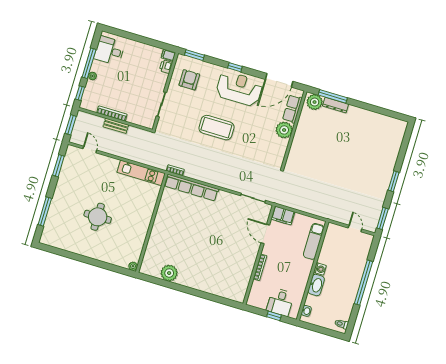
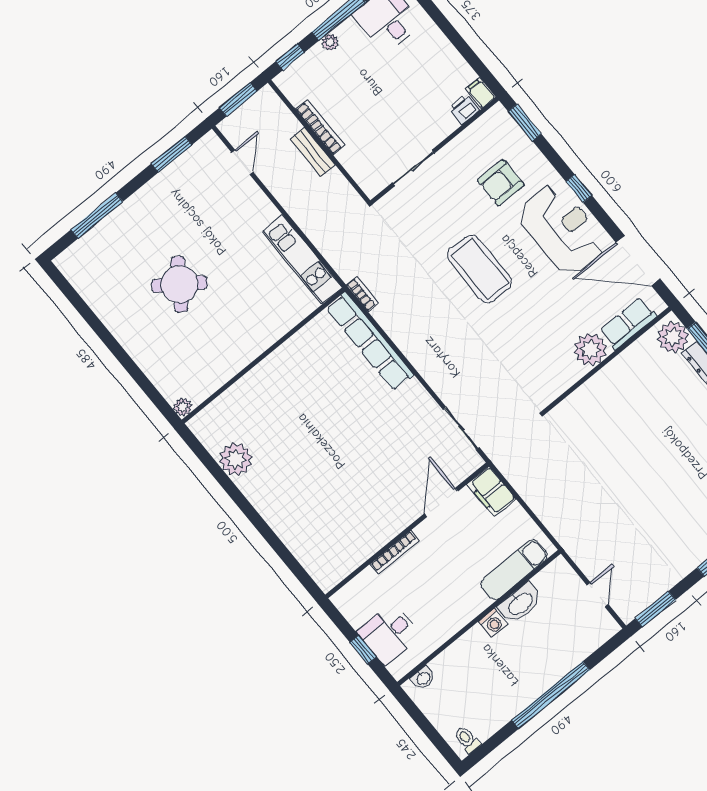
armchair: (189, 80) -> (501, 183), moved, turned 180
round table: (98, 217) -> (179, 284), turned 35
washbasin: (316, 285) -> (520, 603), moved

